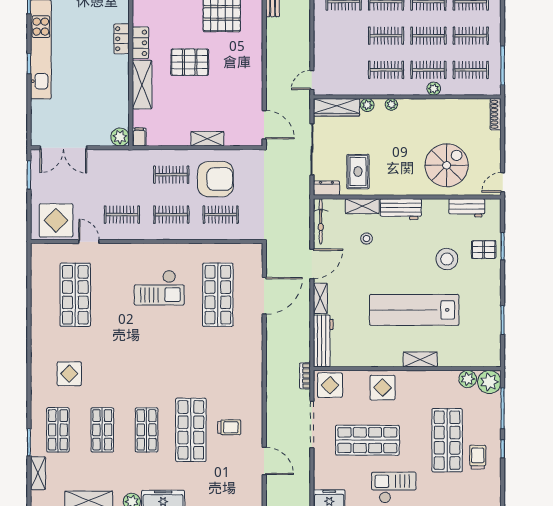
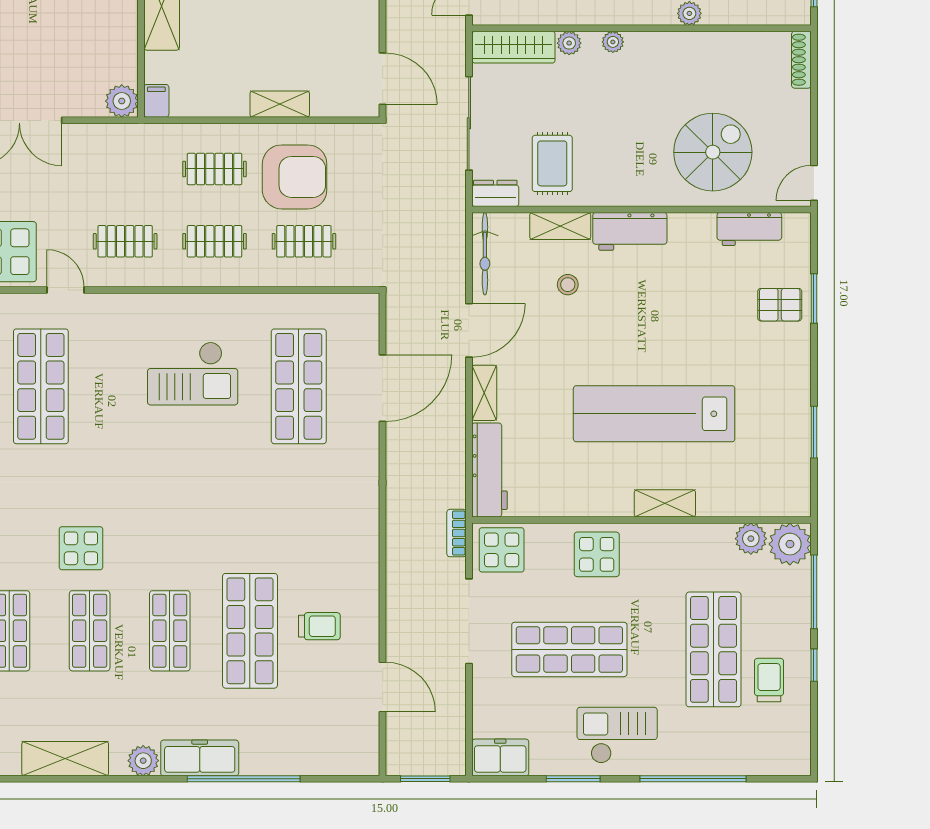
stool: (447, 259) -> (713, 322), removed
display table: (69, 374) -> (81, 548), moved

